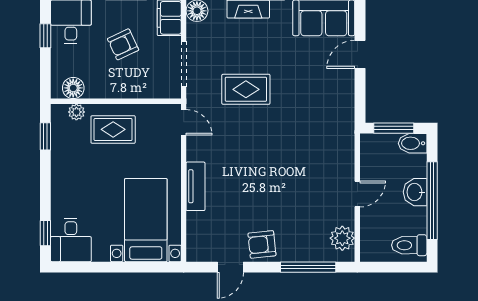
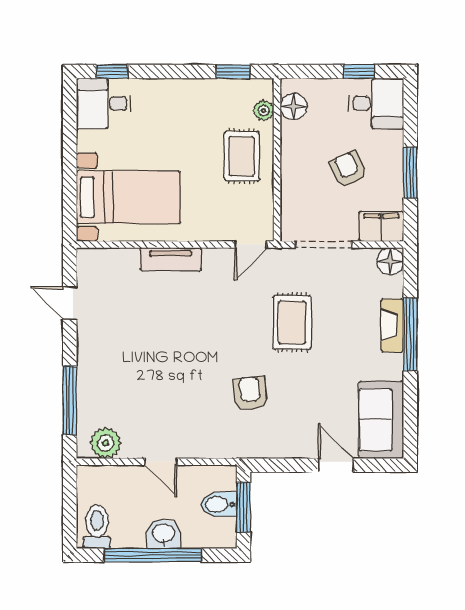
bidet: (413, 143) -> (219, 505), moved, turned -90
armchair: (262, 244) -> (250, 393), moved

